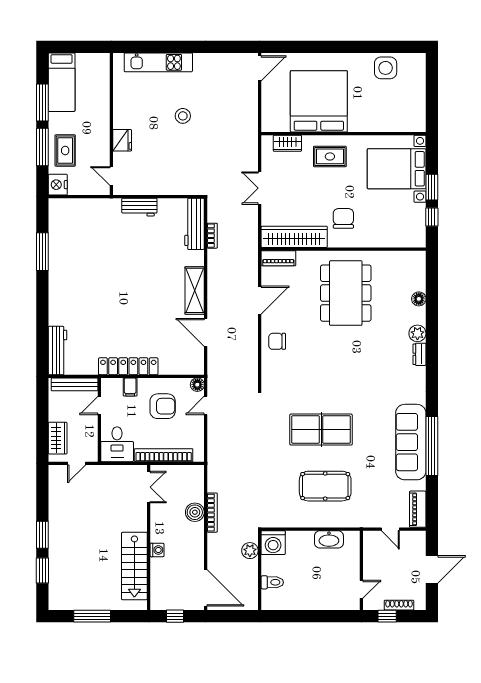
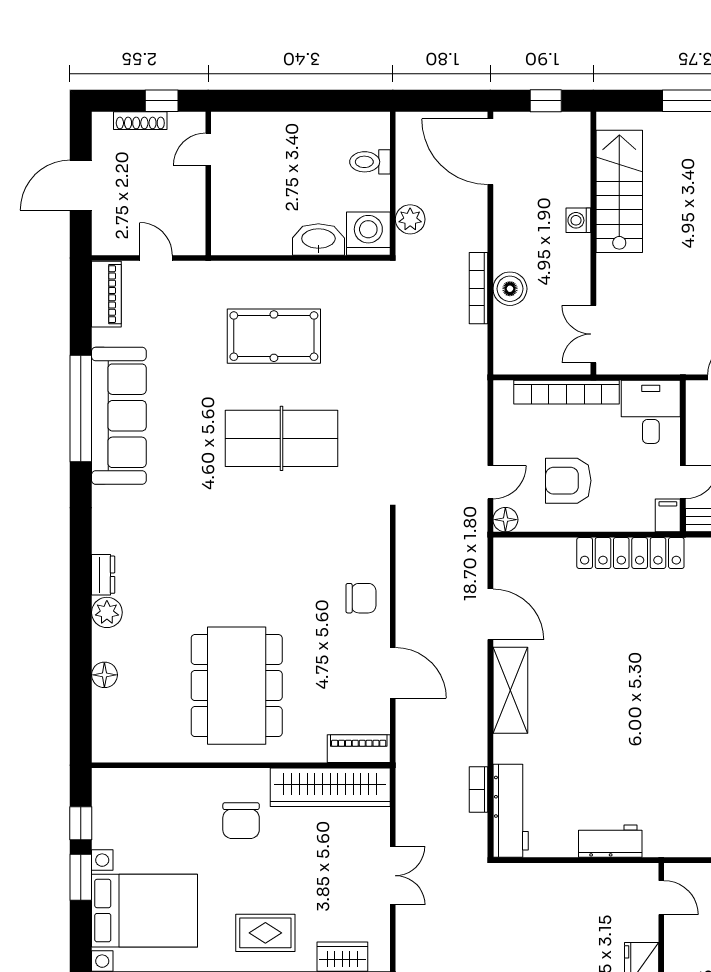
door: (260, 300) -> (393, 673), swing flipped
filing cabinet: (130, 387) -> (668, 515), moved
washbasin: (329, 539) -> (318, 239), moved

